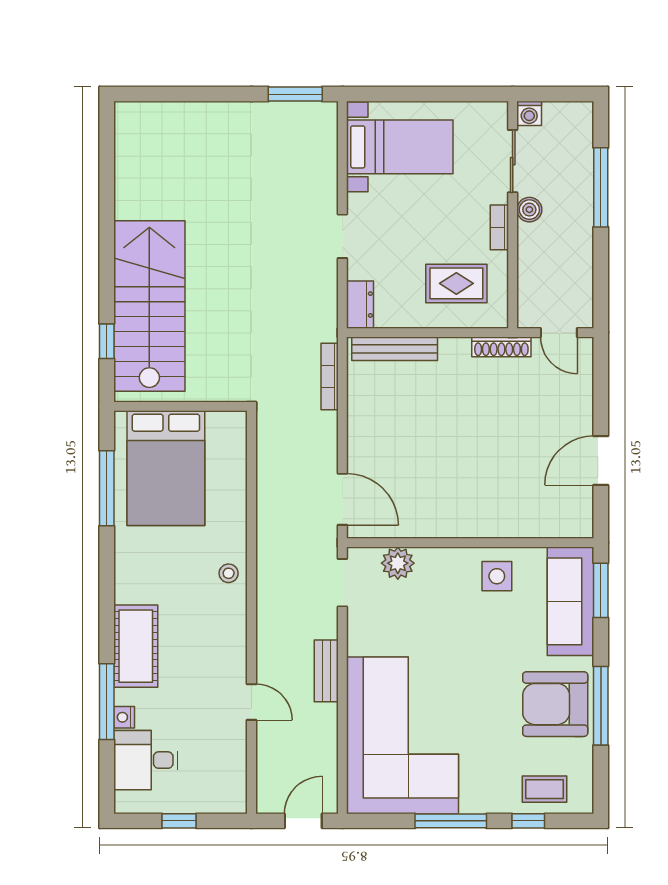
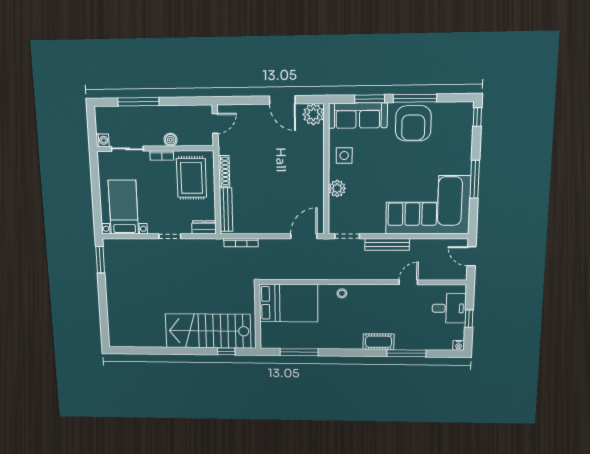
boiler: (529, 210) -> (171, 140), moved
rug: (456, 283) -> (191, 178), width x1.36, depth x1.43
shoe rack: (501, 347) -> (224, 171), moved
bed: (166, 468) -> (288, 303), moved
plant: (574, 518) -> (313, 114), added
plant: (398, 563) -> (337, 188), moved
window: (601, 590) -> (370, 99), moved
cot: (136, 646) -> (379, 342), width x0.73, depth x0.75
bench: (326, 671) -> (387, 244), width x1.36
nightstand: (124, 717) -> (459, 345), moved
desk: (146, 760) -> (449, 308), moved, turned -90
coffee table: (544, 789) -> (459, 129), removed
window: (528, 821) -> (477, 117), moved

